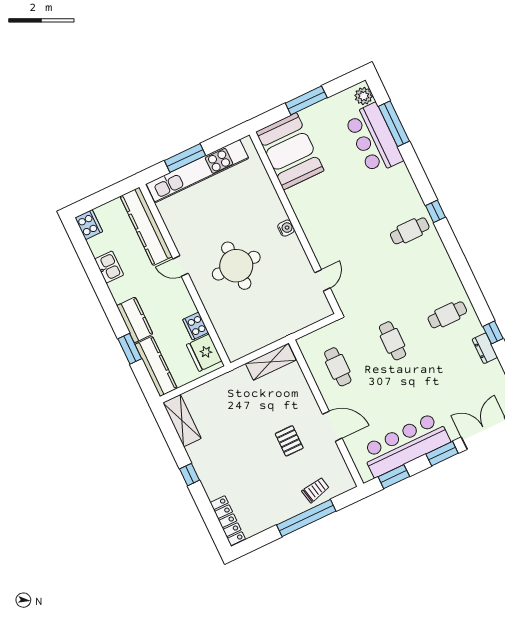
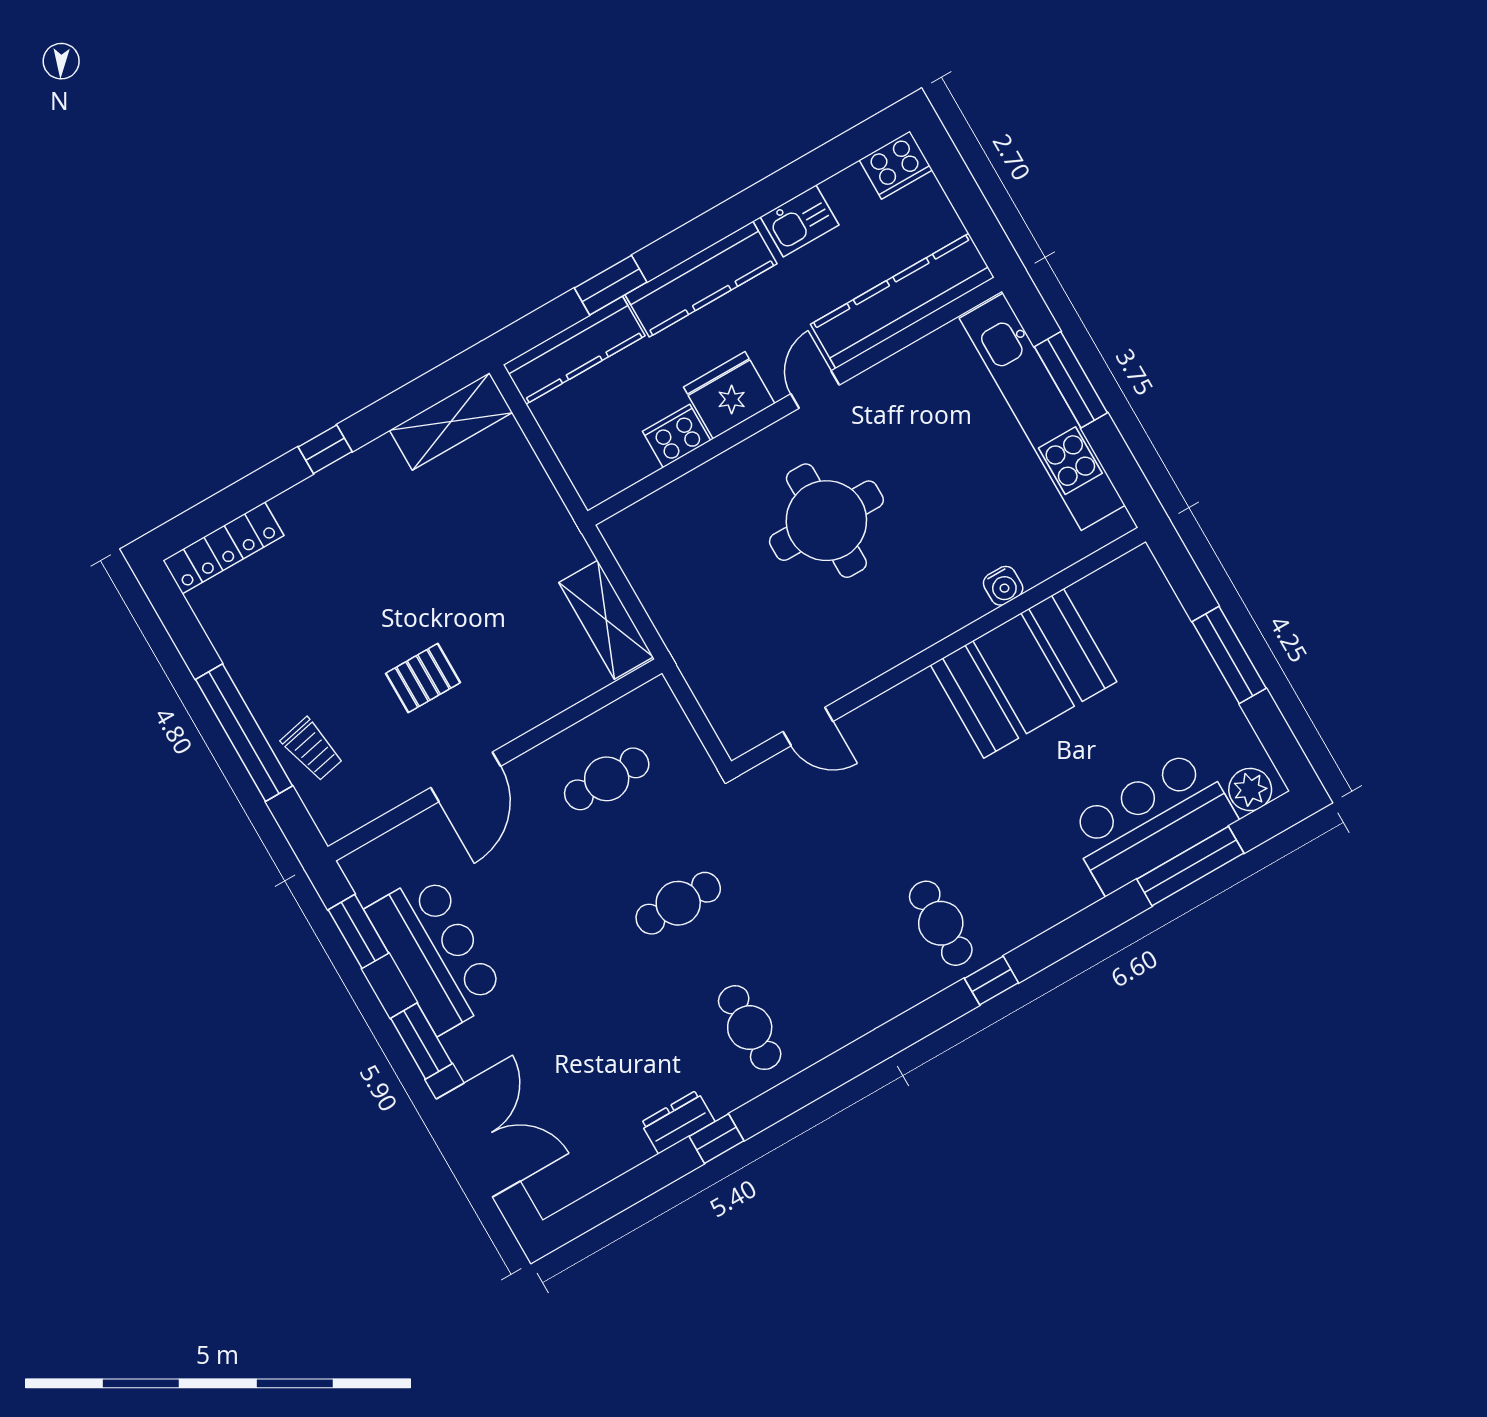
booth: (290, 151) -> (1024, 673), moved
water cooler: (286, 228) -> (1003, 586), moved
kitchen counter: (135, 320) -> (701, 279), width x1.50
fridge: (204, 353) -> (729, 395), moved
bar counter: (405, 445) -> (436, 953), width x0.73

